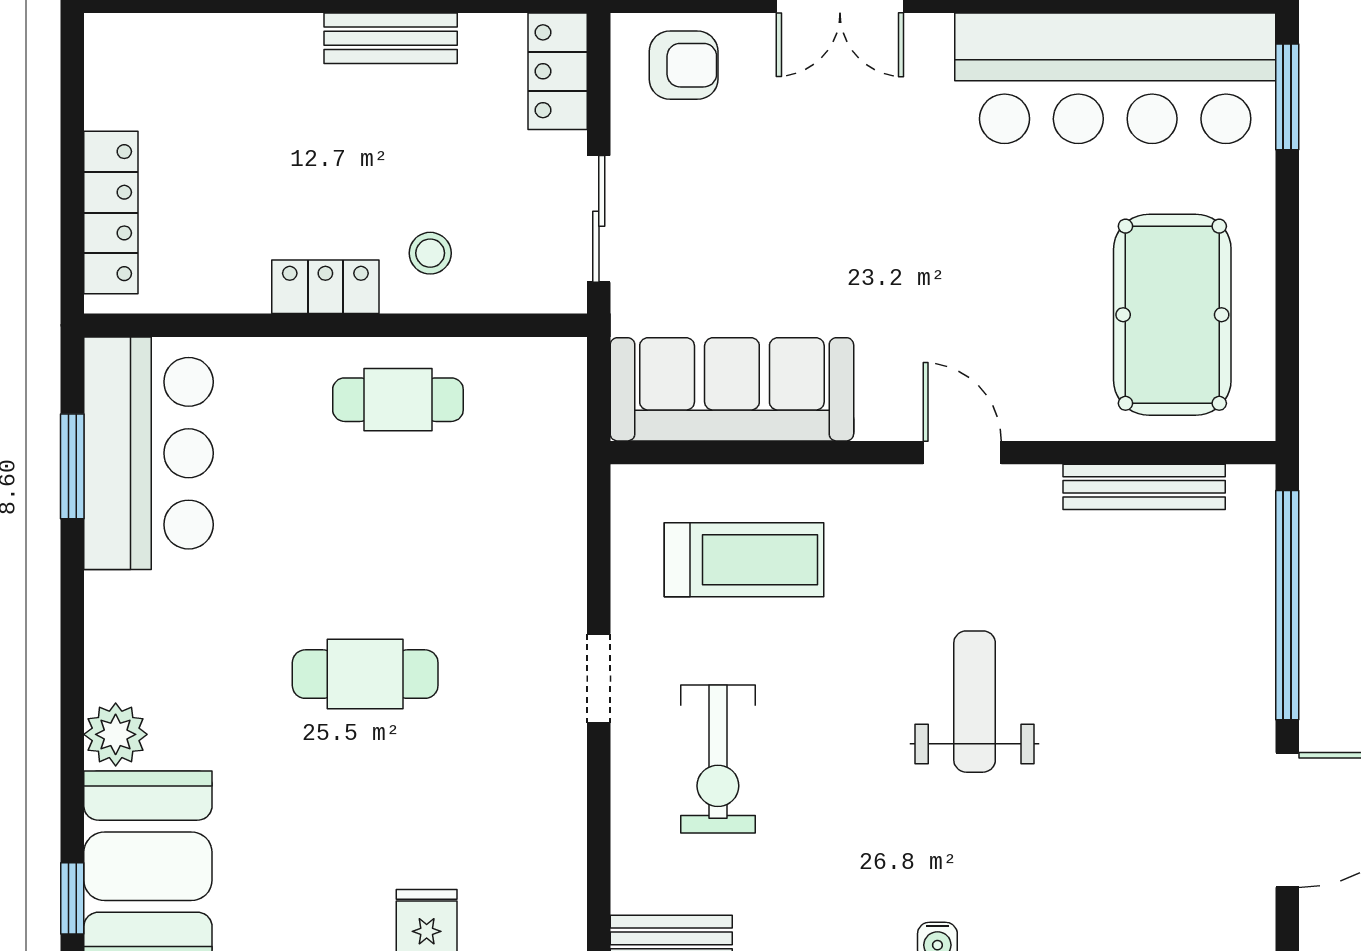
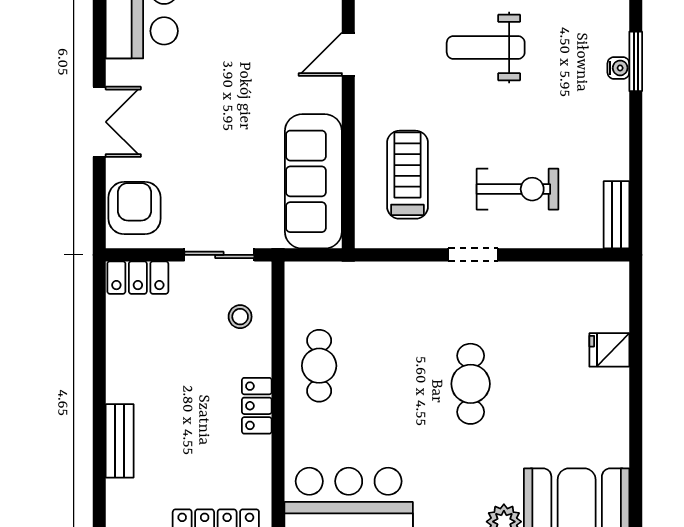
bench: (391, 38) -> (120, 441), moved
armchair: (684, 65) -> (135, 208), width x1.38, depth x1.38
stool: (430, 253) -> (240, 317), moved

